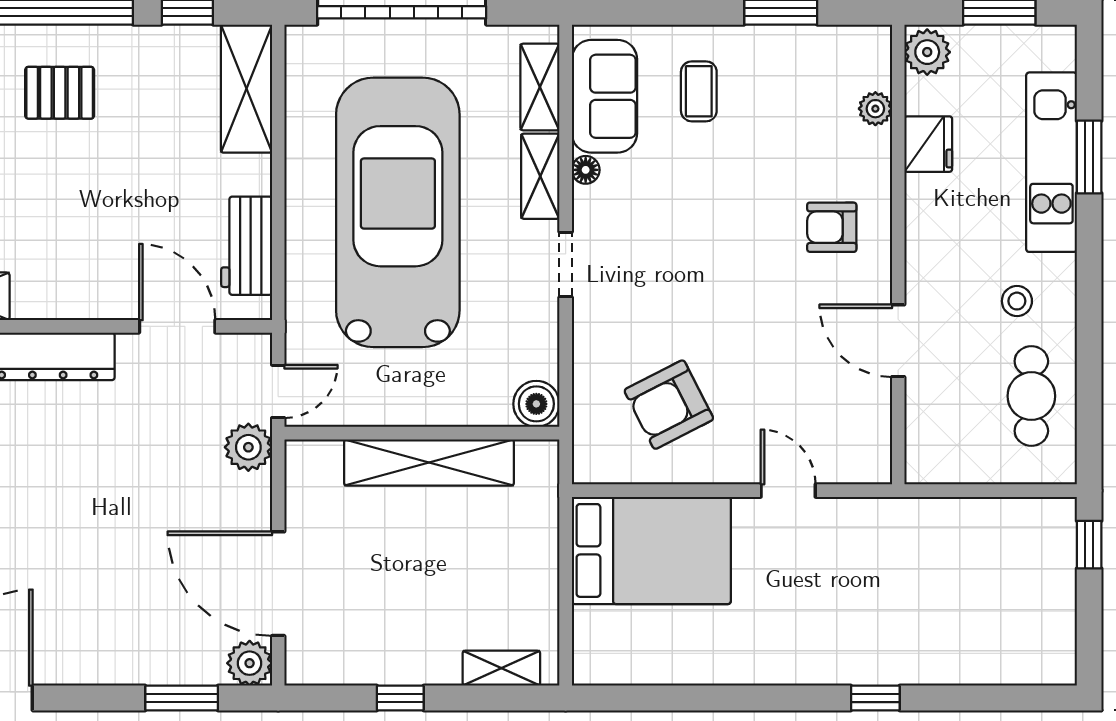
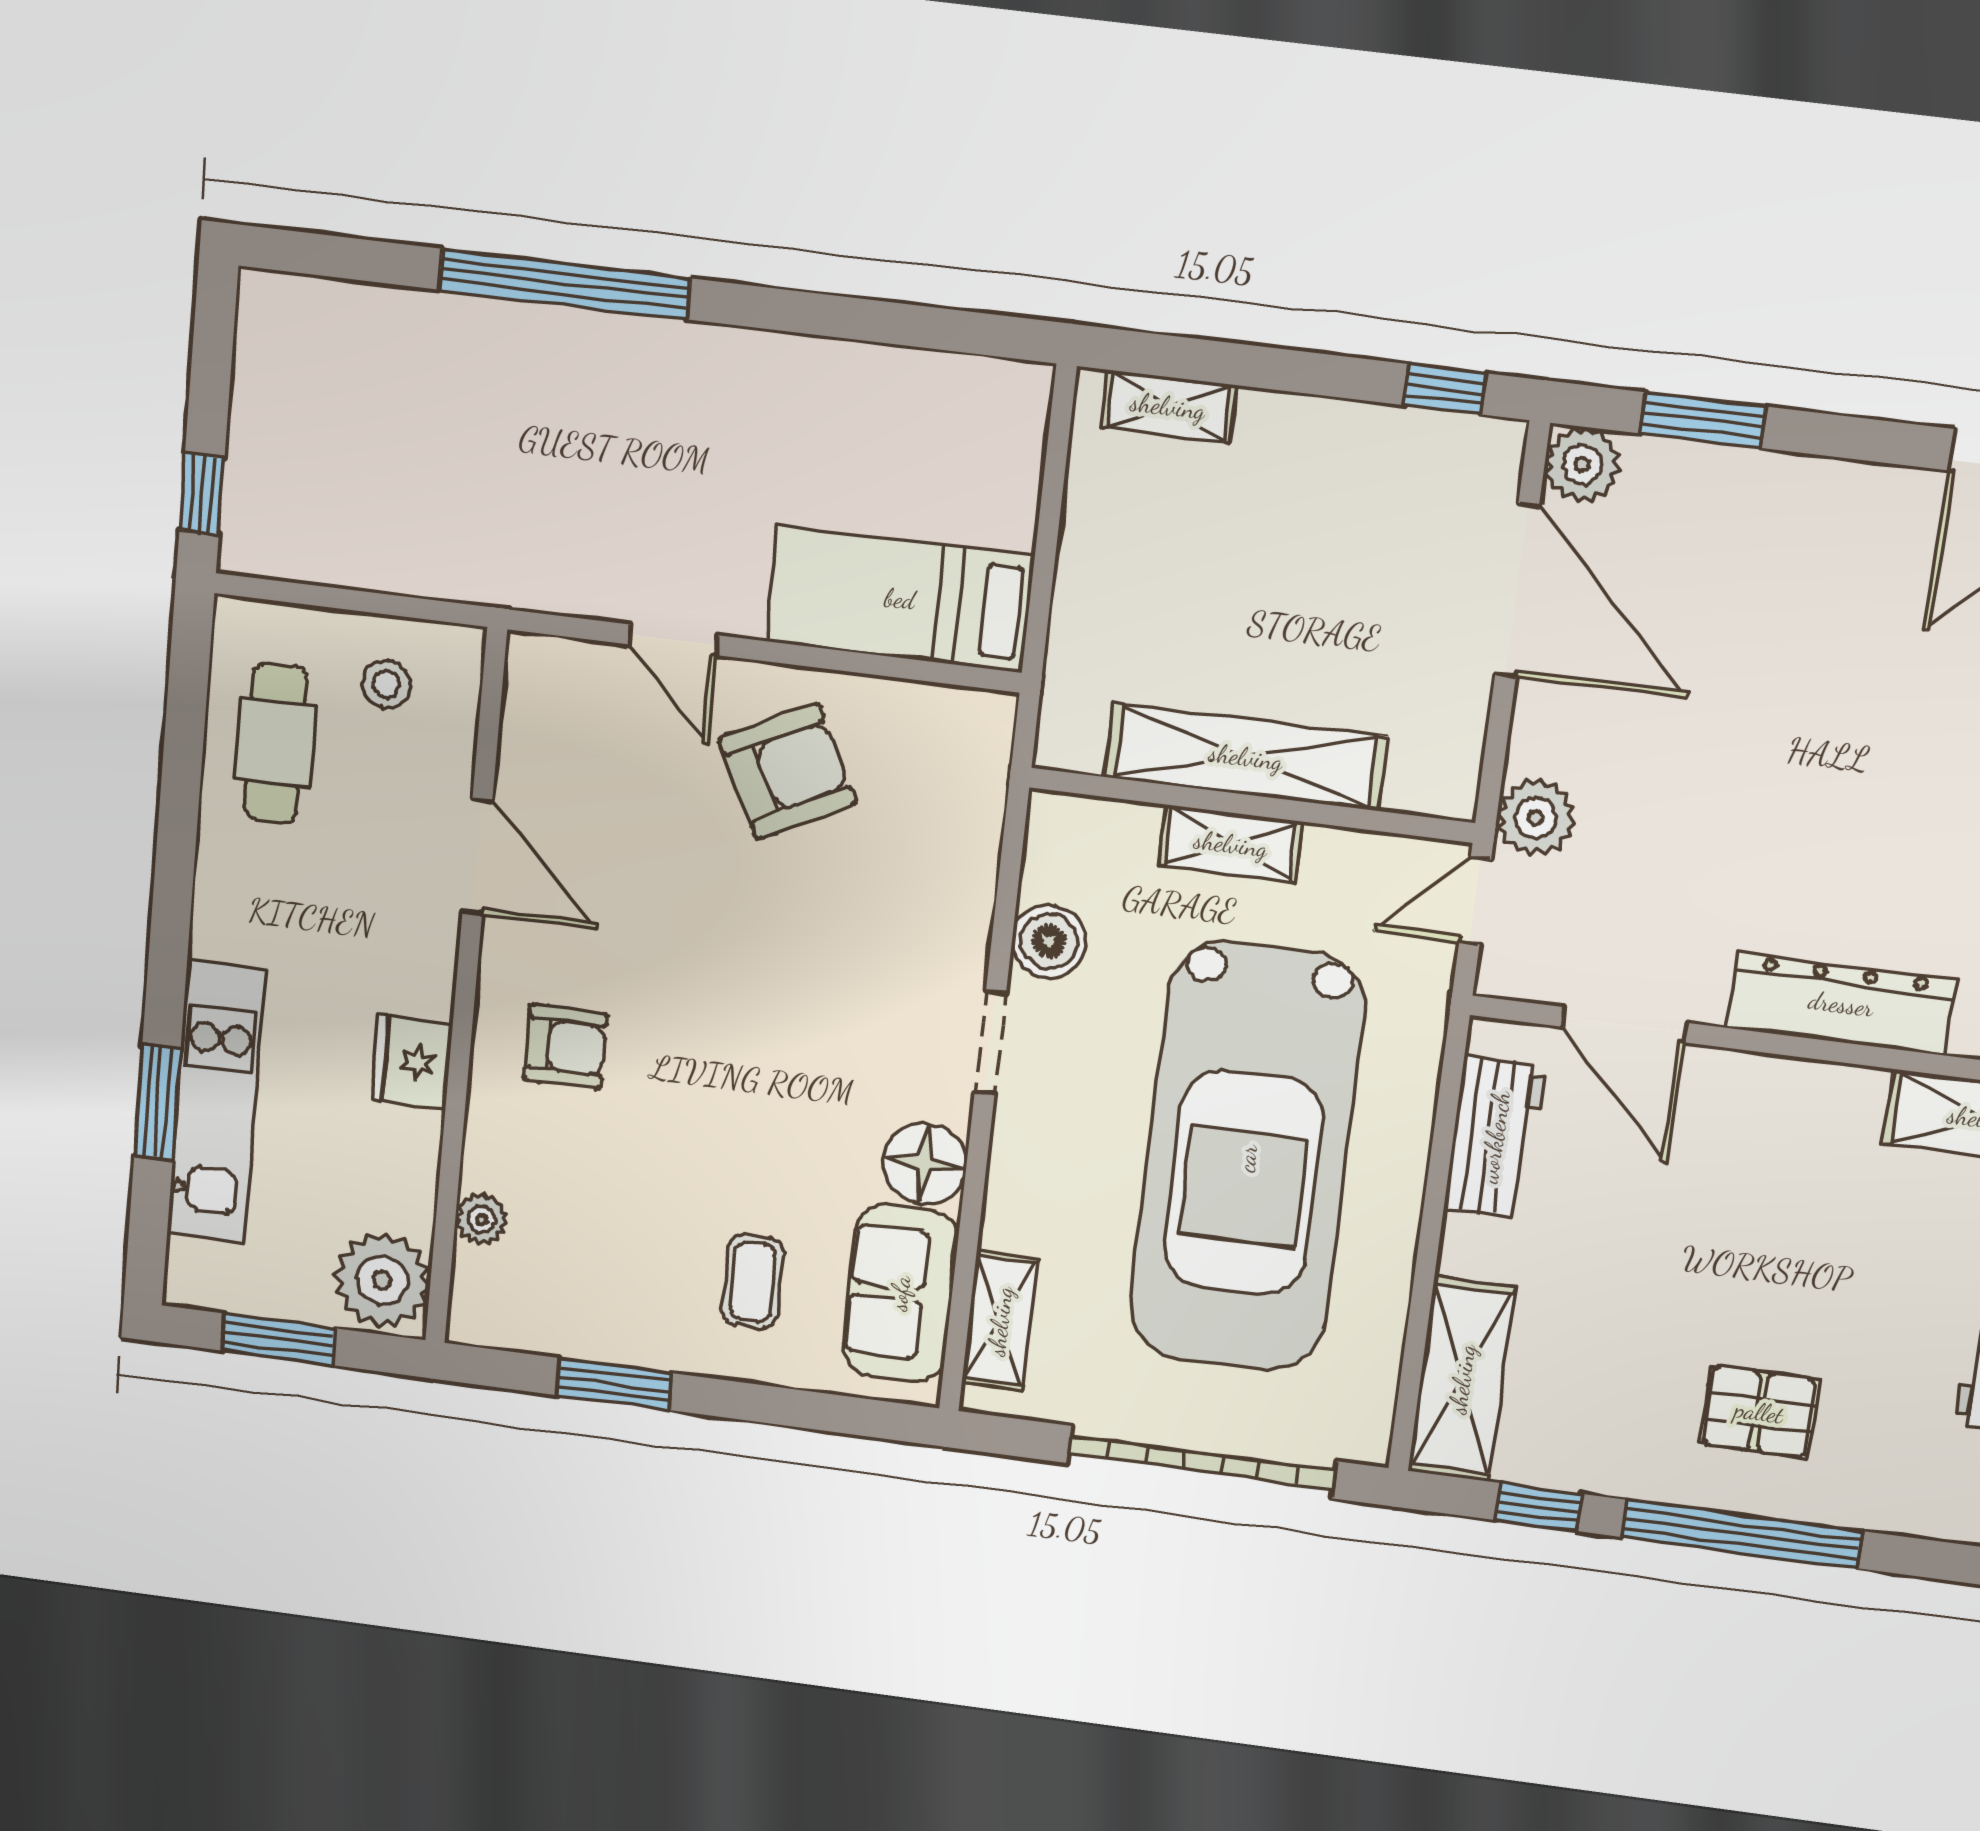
plant: (927, 52) -> (382, 1280), width x1.36, depth x1.36
fridge: (928, 144) -> (412, 1062), moved
floor lamp: (586, 170) -> (925, 1163), width x1.89, depth x1.89
shelving: (540, 176) -> (1231, 844), moved, turned 90
stool: (1017, 301) -> (386, 684), moved
boiler: (536, 404) -> (1049, 941), moved
armchair: (669, 405) -> (787, 771), moved
bed: (651, 550) -> (900, 599), width x0.67
window: (400, 698) -> (1445, 389), moved
window: (875, 698) -> (565, 284), width x3.17

